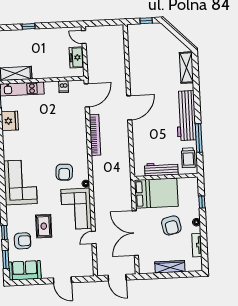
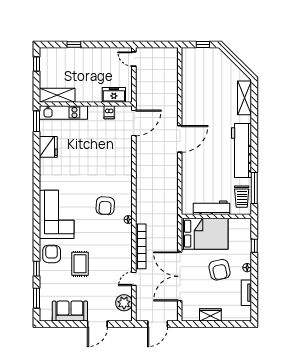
freezer: (76, 57) -> (114, 95), moved, turned 90
bookcase: (95, 135) -> (141, 246), moved
window: (199, 138) -> (254, 188), moved
corner sofa: (76, 209) -> (116, 247), removed
armchair: (23, 241) -> (52, 254), moved, turned -90
plant: (86, 260) -> (124, 303), added
wardrobe: (170, 267) -> (210, 315), width x0.67
sofa: (25, 270) -> (70, 311), moved
door: (117, 278) -> (158, 324), hinge flipped
door: (62, 280) -> (97, 324), hinge flipped

